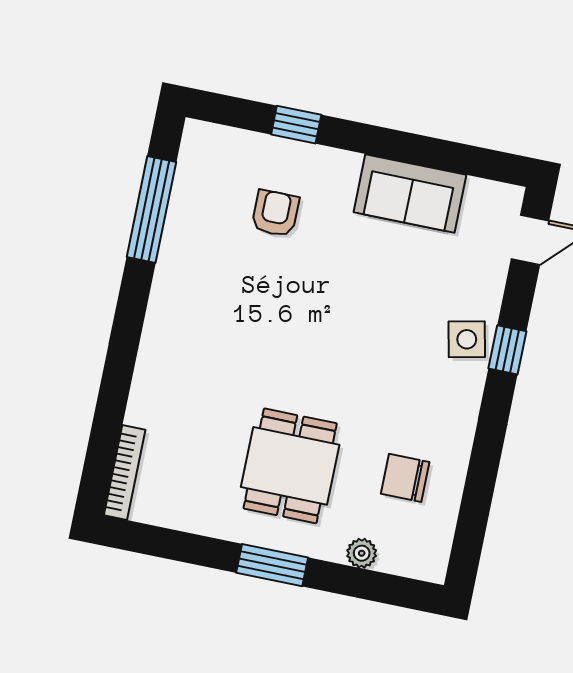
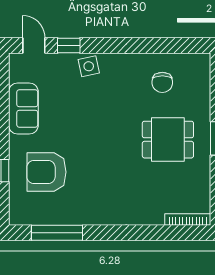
armchair: (275, 213) -> (46, 172), width x1.88, depth x1.88
window: (507, 350) -> (69, 45), moved
plant: (362, 553) -> (203, 96), removed

